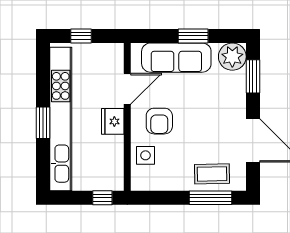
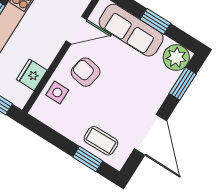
fridge: (113, 121) -> (32, 75), moved
armchair: (159, 121) -> (86, 72), turned 100
window: (210, 198) -> (88, 159), width x0.69

